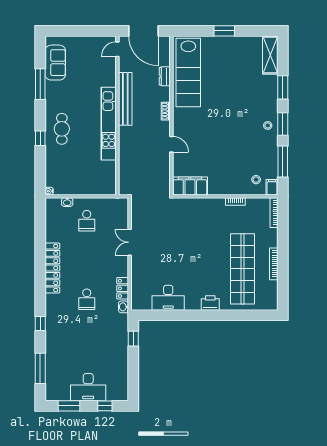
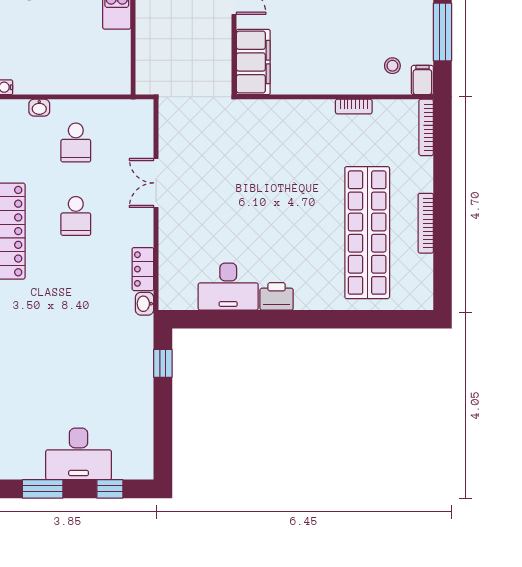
filing cabinet: (190, 186) -> (253, 62), moved, turned 90
school desk: (87, 299) -> (76, 216), moved
printer: (210, 303) -> (277, 296), moved

